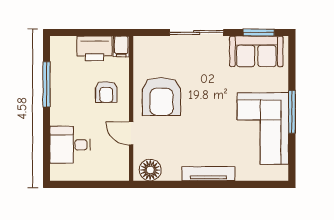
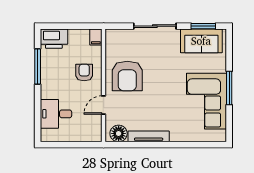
printer: (95, 48) -> (54, 39), moved
armchair: (106, 92) -> (84, 72), turned 180
door: (131, 133) -> (104, 105), hinge flipped
tv unit: (208, 174) -> (149, 136), moved

